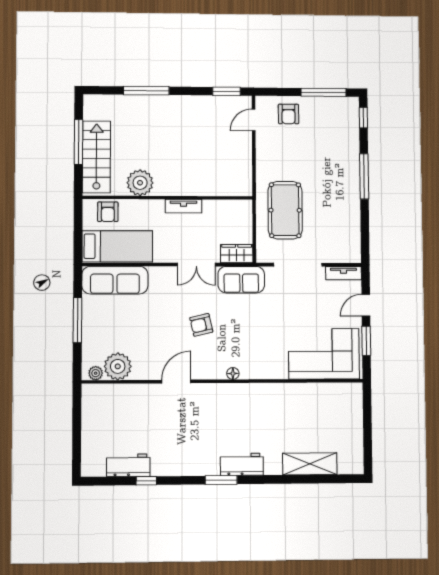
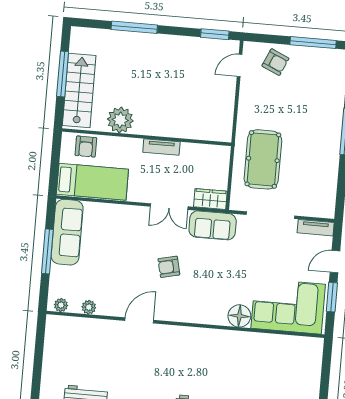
armchair: (288, 114) -> (275, 62), turned -66
sofa: (115, 280) -> (67, 232), moved, turned -90
plant: (118, 366) -> (89, 307), width x0.53, depth x0.53
floor lamp: (233, 373) -> (239, 316), moved, width x1.89, depth x1.89

